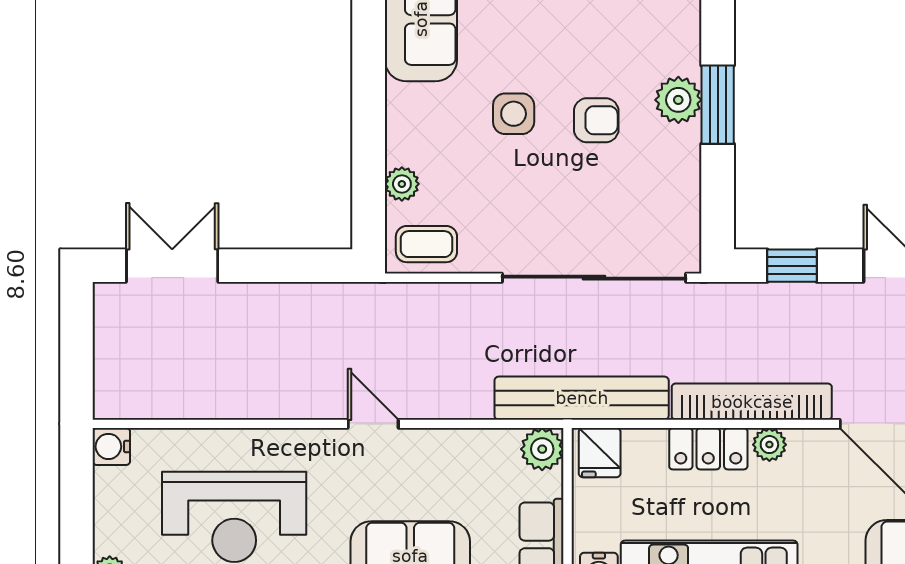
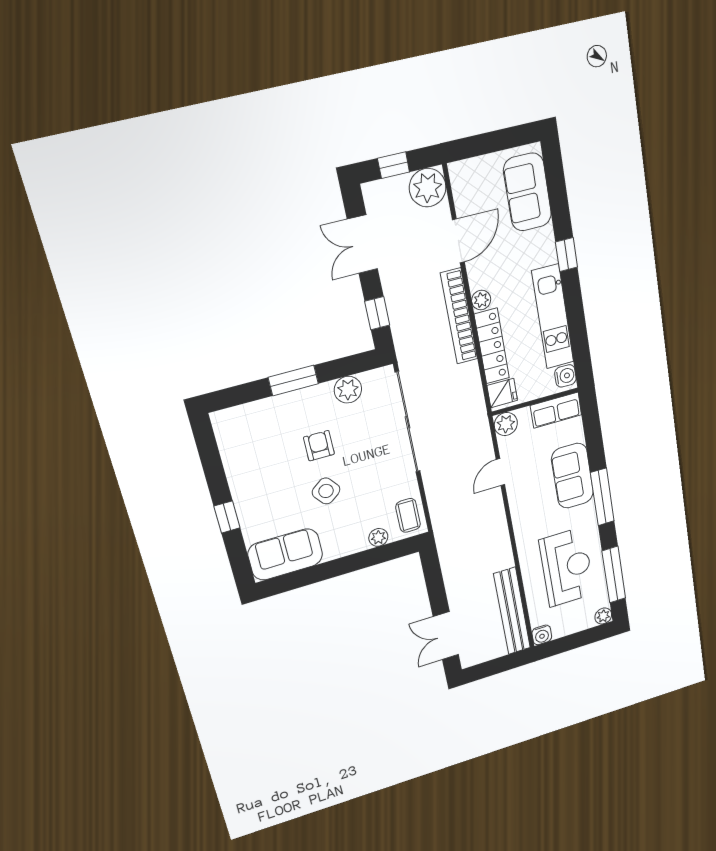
plant: (678, 100) -> (348, 390), moved
side table: (514, 114) -> (326, 491), turned -38
bench: (582, 398) -> (512, 611), moved
door: (373, 424) -> (500, 472), moved
locker: (708, 449) -> (492, 346), width x1.53

